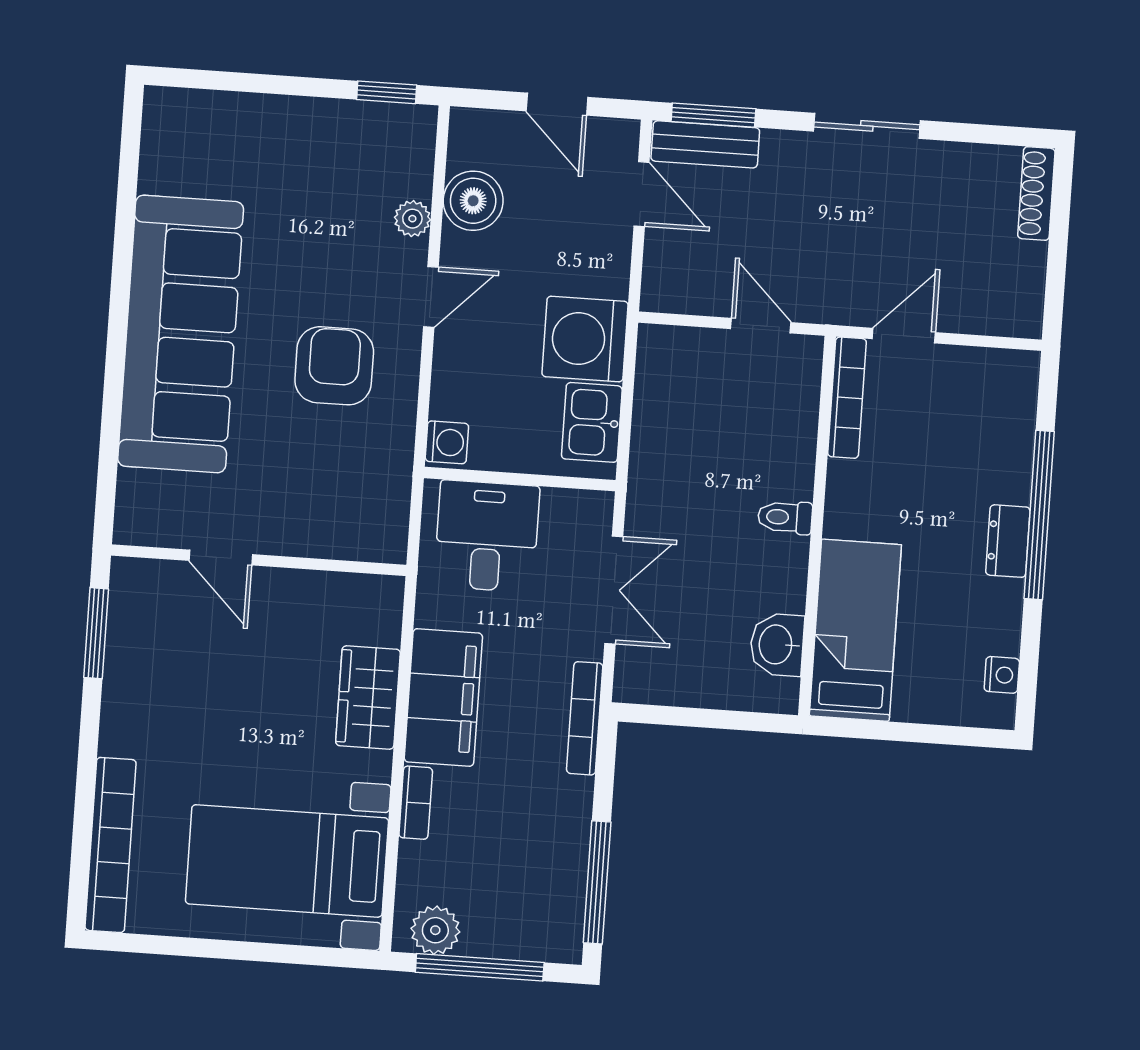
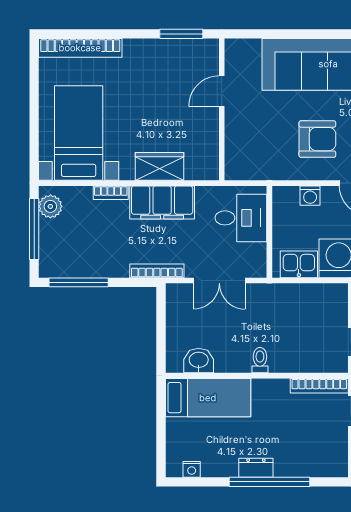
washing machine: (447, 442) -> (310, 196), moved

